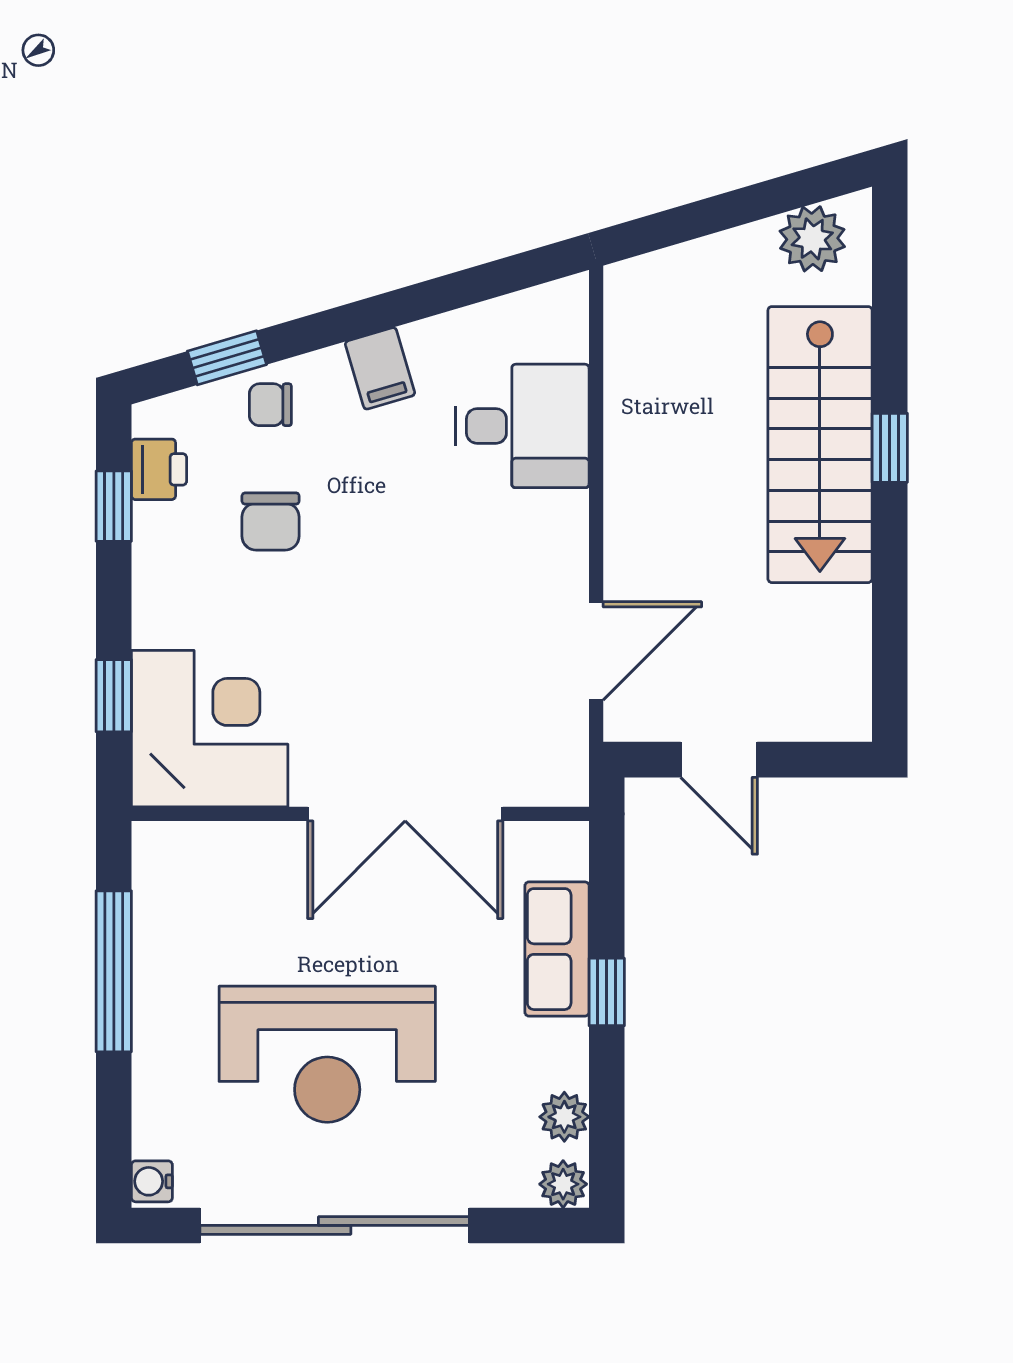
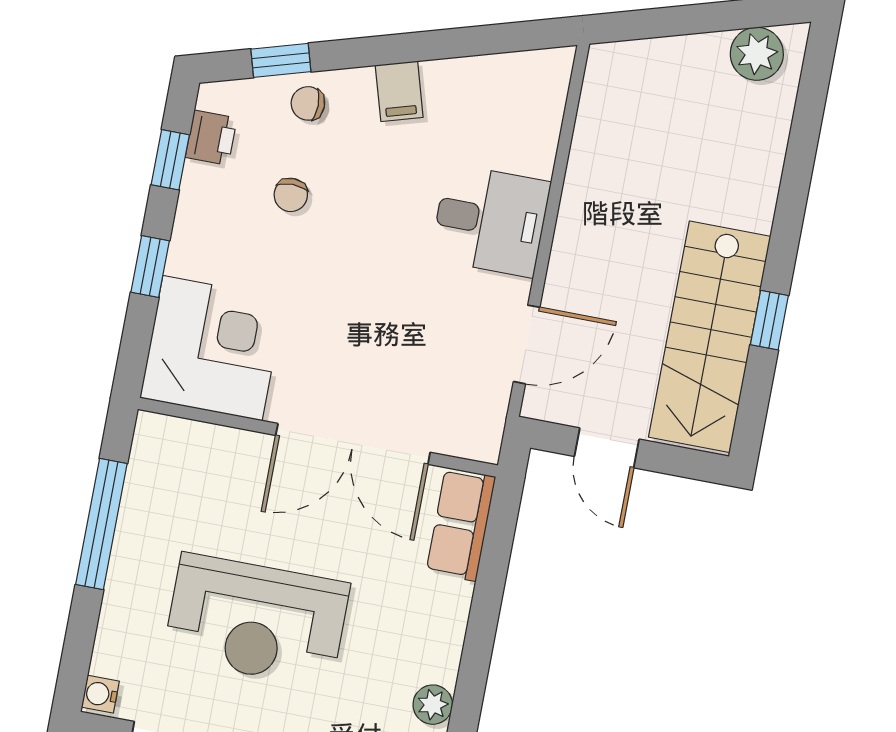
desk: (522, 426) -> (490, 220), moved
stairs: (820, 445) -> (710, 337), moved
window: (890, 448) -> (769, 320), moved
chair: (271, 521) -> (291, 195), width x0.73, depth x0.73
window: (114, 696) -> (150, 266), moved
row of seats: (557, 949) -> (461, 524), moved
window: (607, 992) -> (484, 613), removed

